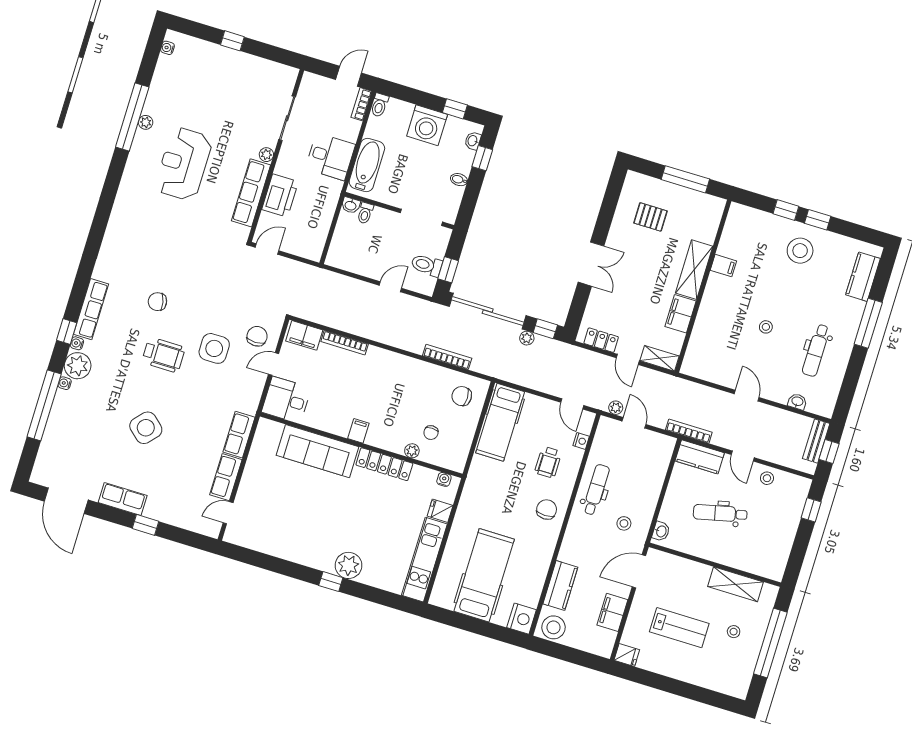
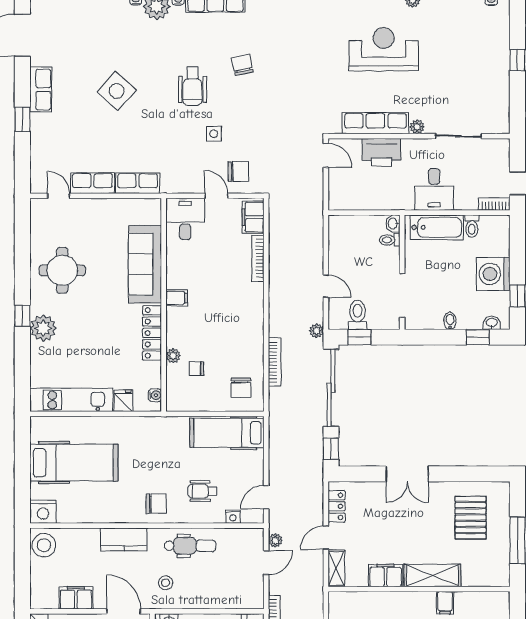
toilet: (379, 105) -> (472, 226), moved, turned -90
pallet: (650, 217) -> (471, 518), width x1.50, depth x1.42
plant: (527, 338) -> (316, 331), moved
side table: (214, 348) -> (214, 134), width x0.54, depth x0.54
chair: (462, 396) -> (241, 388), turned 180
round table: (299, 531) -> (62, 270), added
kitchen counter: (560, 586) -> (124, 539), moved

